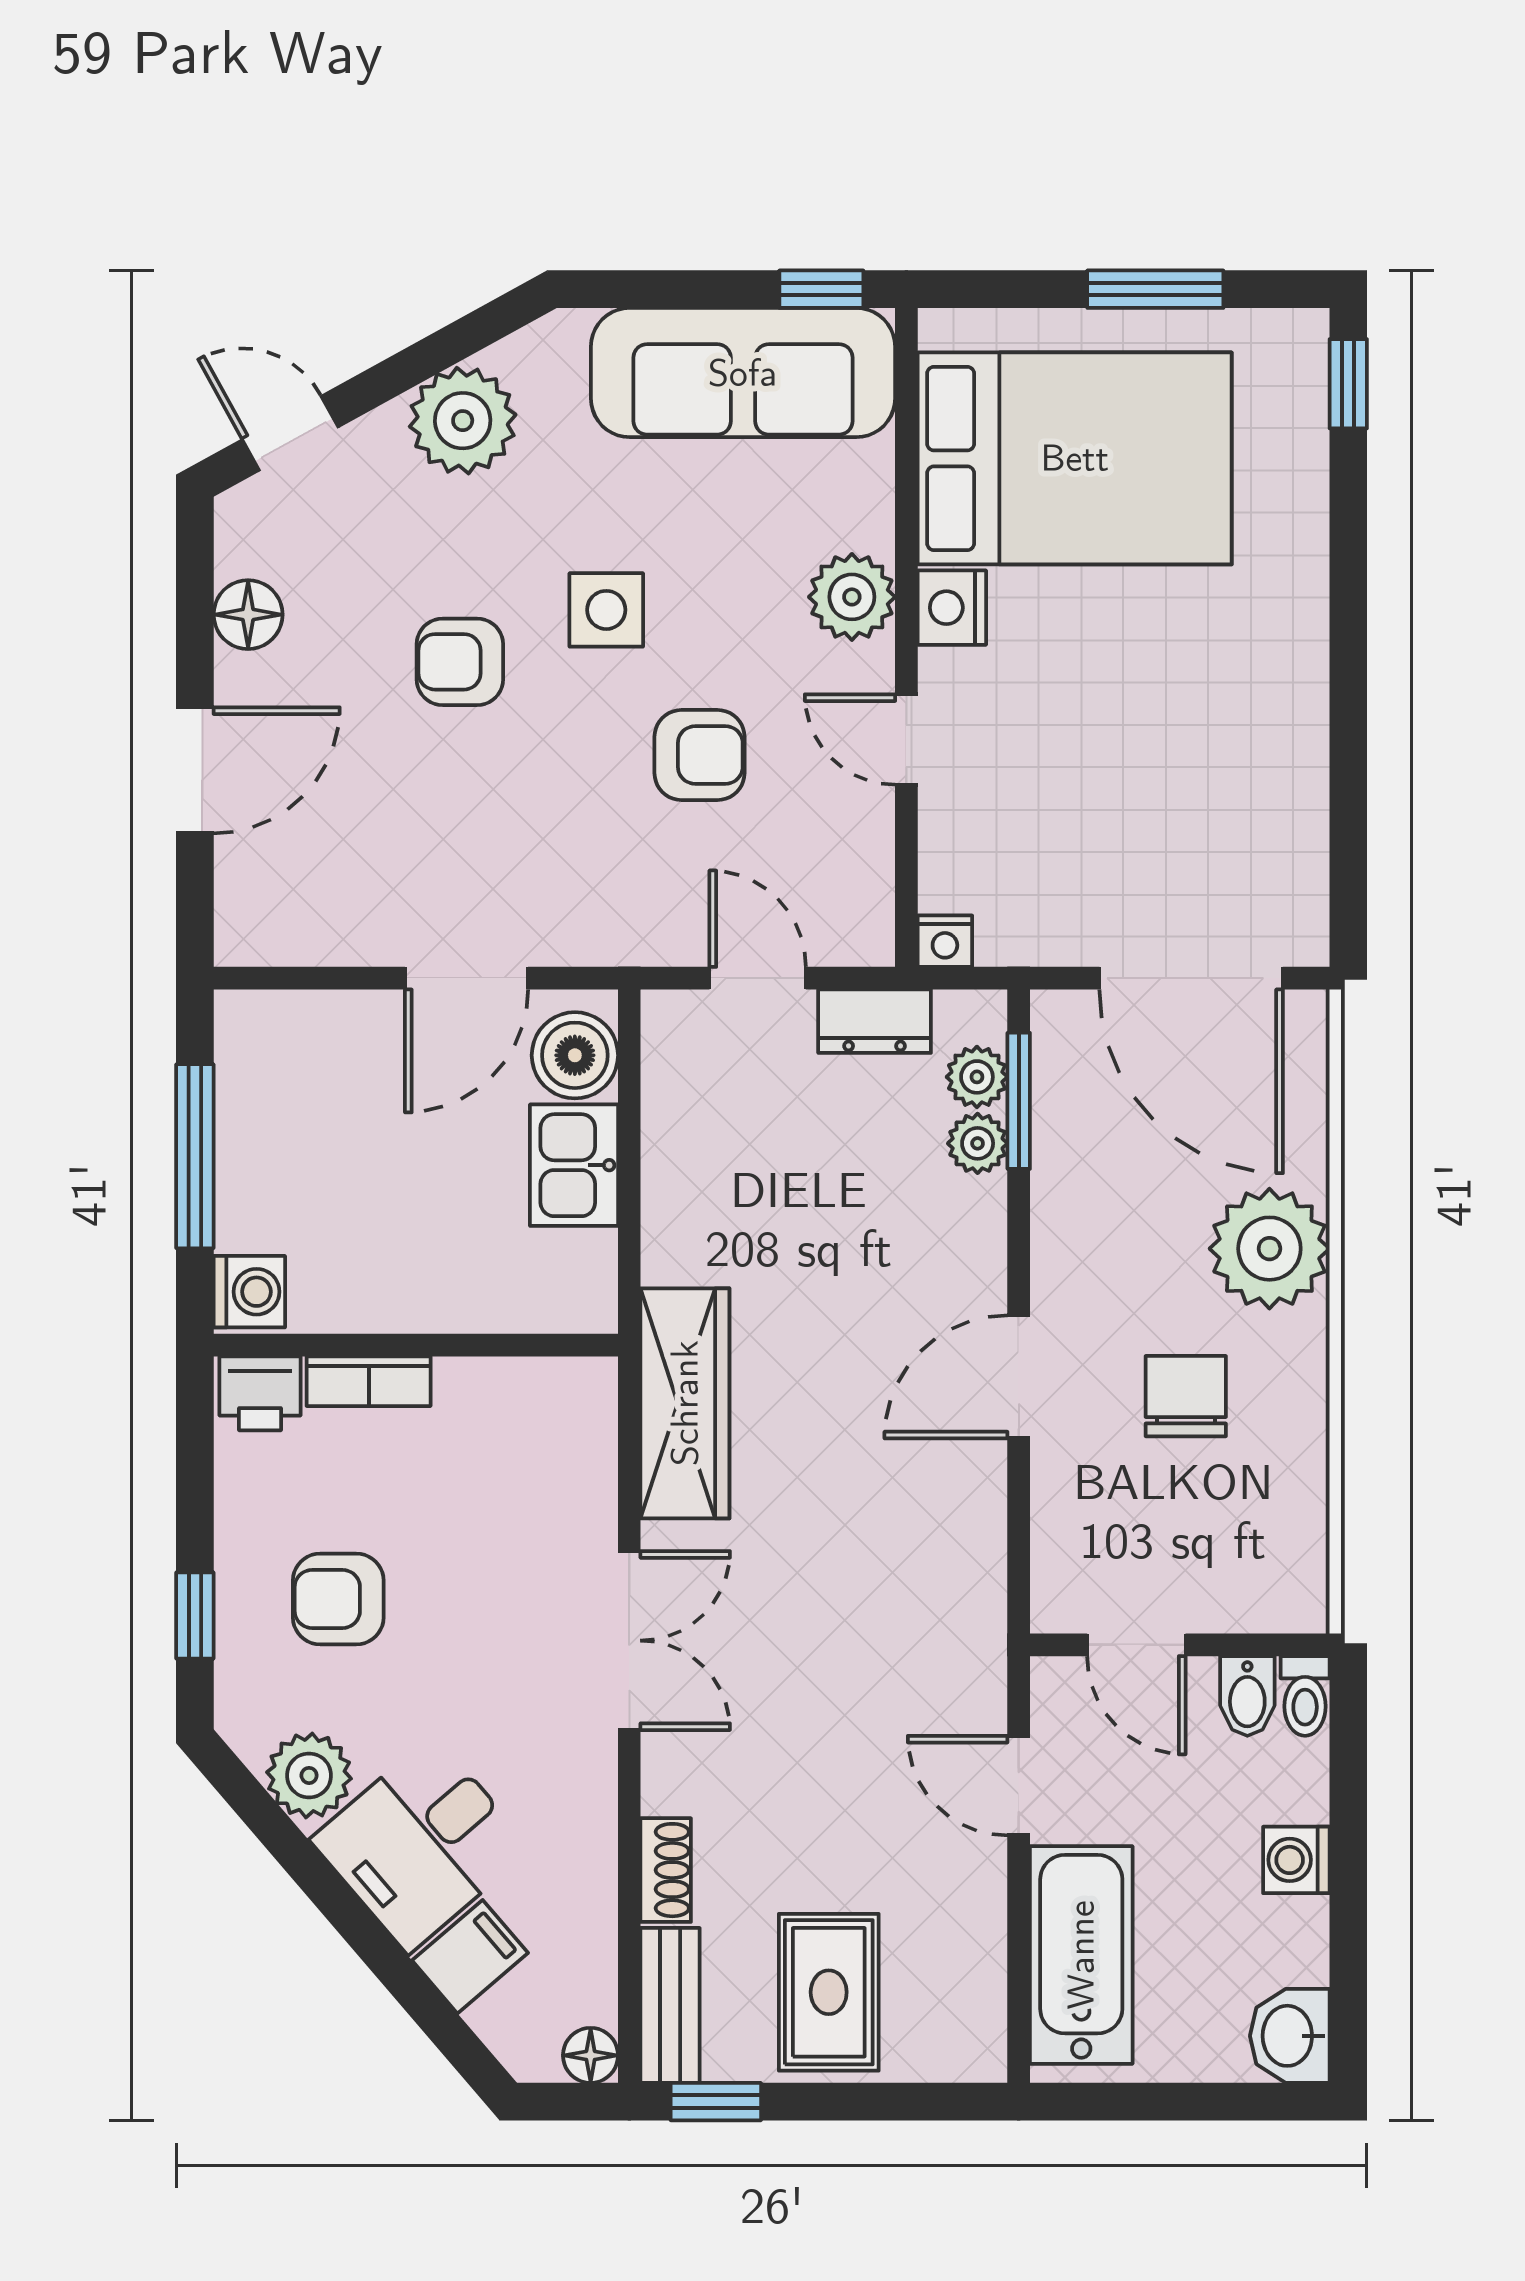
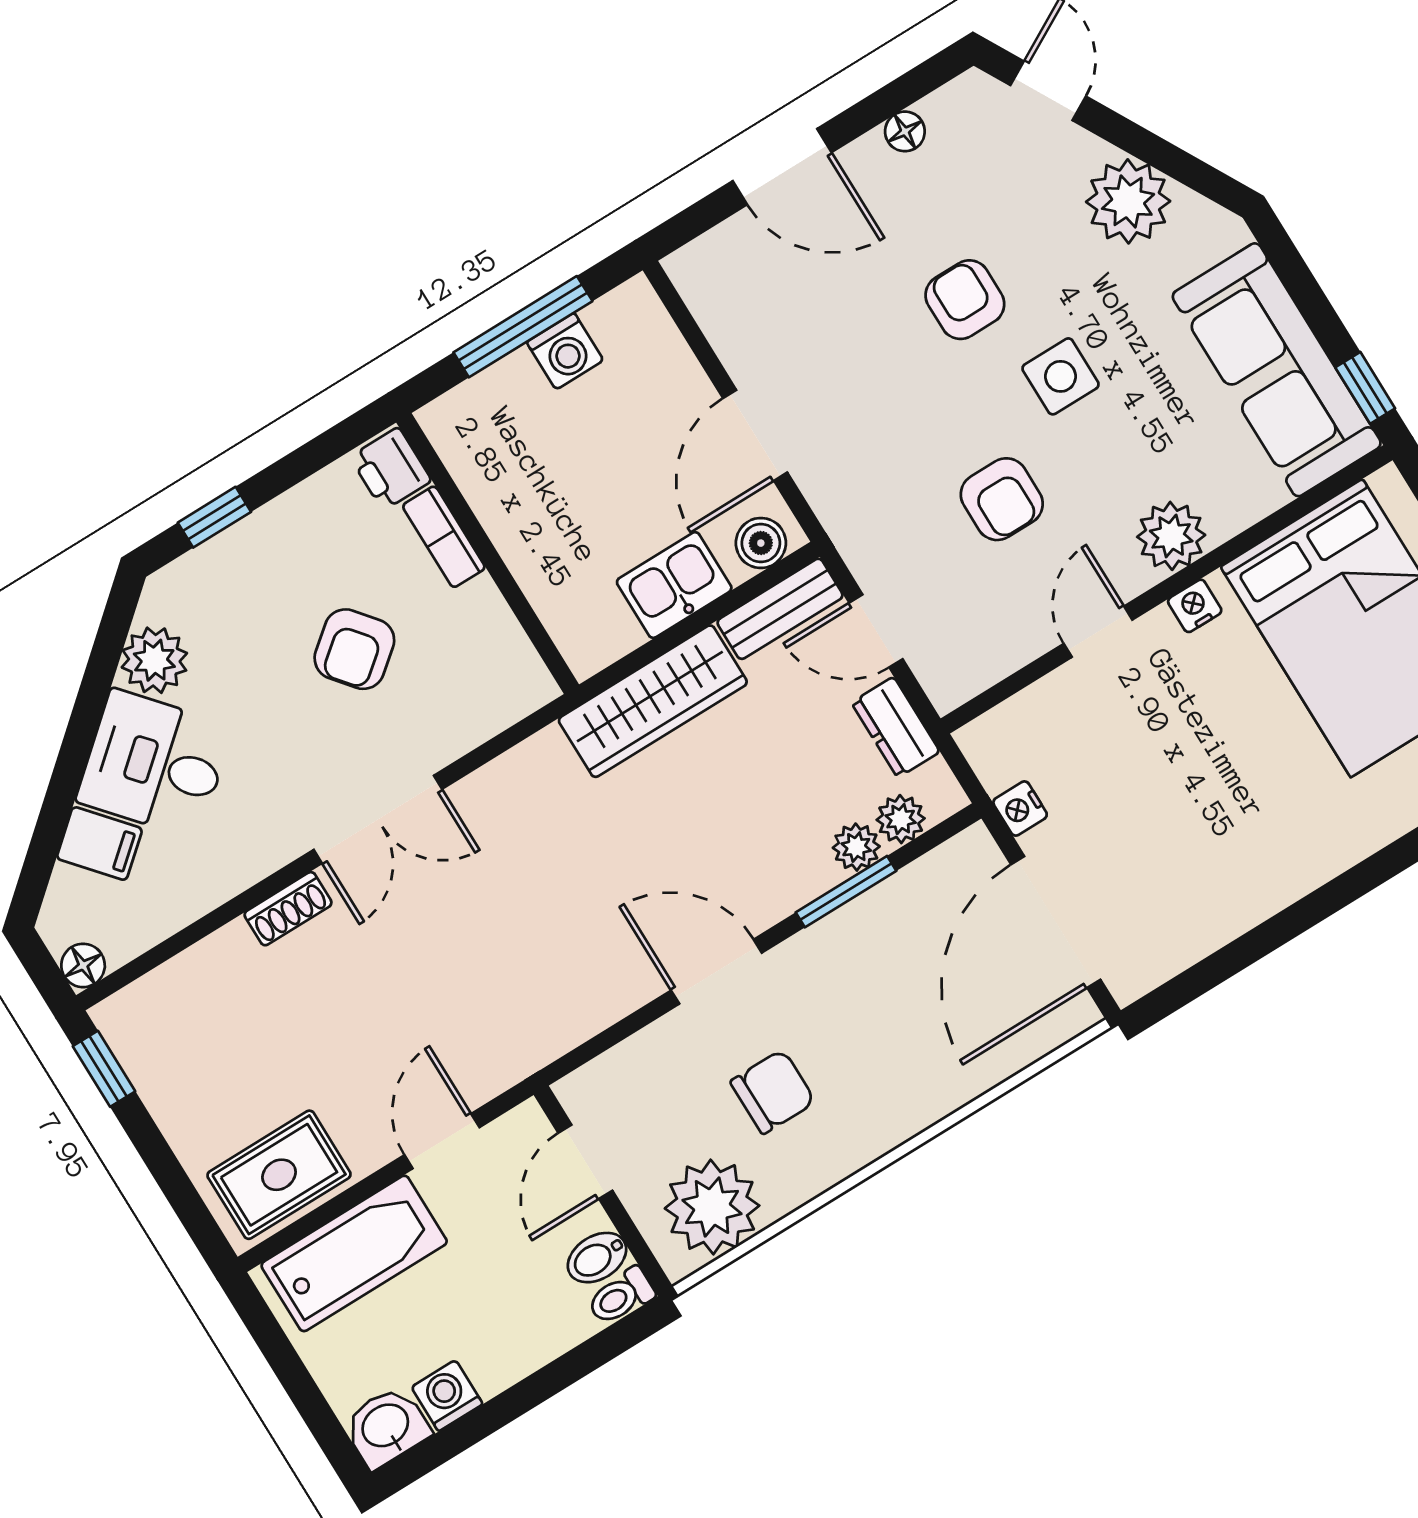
nightstand: (952, 608) -> (1195, 606), width x0.72, depth x0.74
floor lamp: (248, 615) -> (905, 131), width x0.73, depth x0.73
nightstand: (945, 941) -> (1020, 809), moved
door: (466, 978) -> (755, 435), hinge flipped
door: (758, 978) -> (876, 631), swing flipped
boiler: (575, 1055) -> (761, 543), width x0.73, depth x0.73
window: (1019, 1101) -> (846, 892), moved
plant: (1269, 1249) -> (712, 1207), moved
washing machine: (249, 1292) -> (565, 351), moved
wardrobe: (685, 1403) -> (653, 701), moved
armchair: (338, 1599) -> (354, 649), moved, turned -129
washing machine: (1296, 1860) -> (447, 1396), moved
shoe rack: (666, 1870) -> (288, 909), moved
rug: (829, 1992) -> (279, 1175), moved
bench: (670, 2005) -> (780, 609), moved

